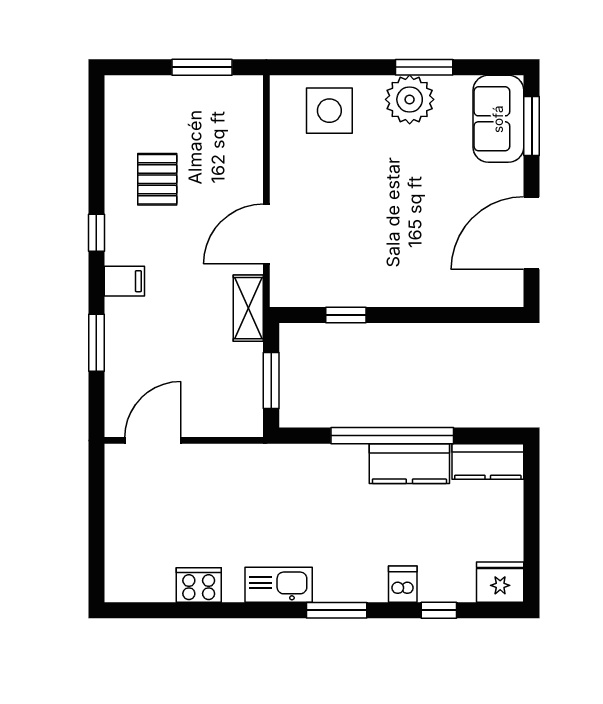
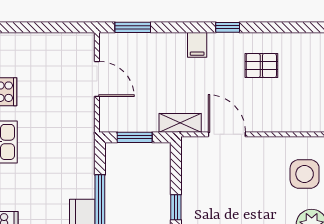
window: (346, 315) -> (176, 207), moved
window: (96, 343) -> (133, 27), moved
door: (153, 440) -> (97, 79), moved

